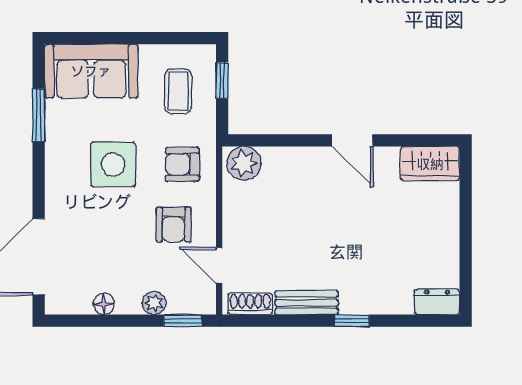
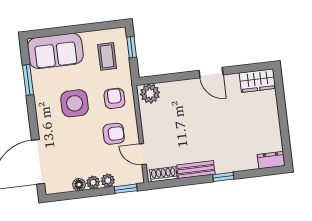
armchair: (182, 164) -> (114, 98), turned 90
armchair: (174, 225) -> (114, 134), turned -90
plant: (128, 303) -> (93, 182), added

